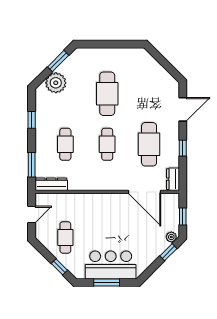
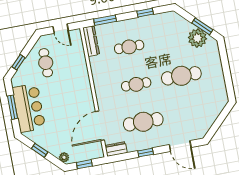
plant: (56, 83) -> (197, 38), moved
cafe table: (65, 237) -> (46, 63), turned 90
window: (168, 252) -> (40, 150), moved

